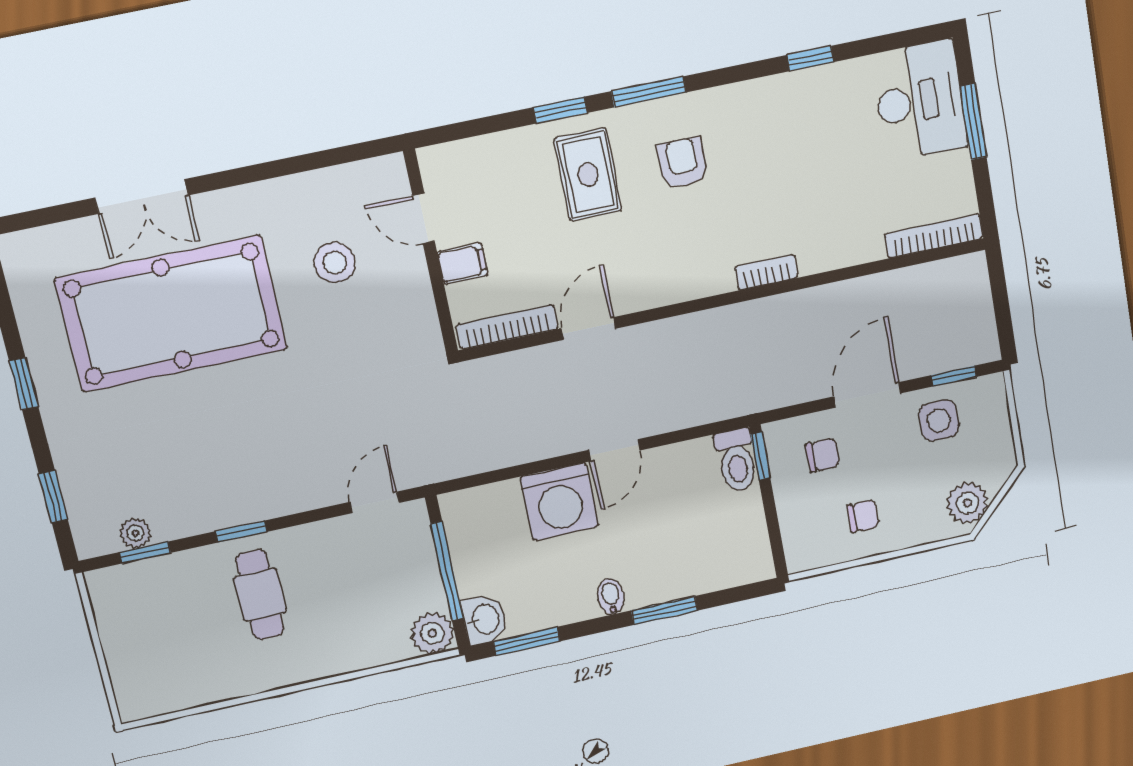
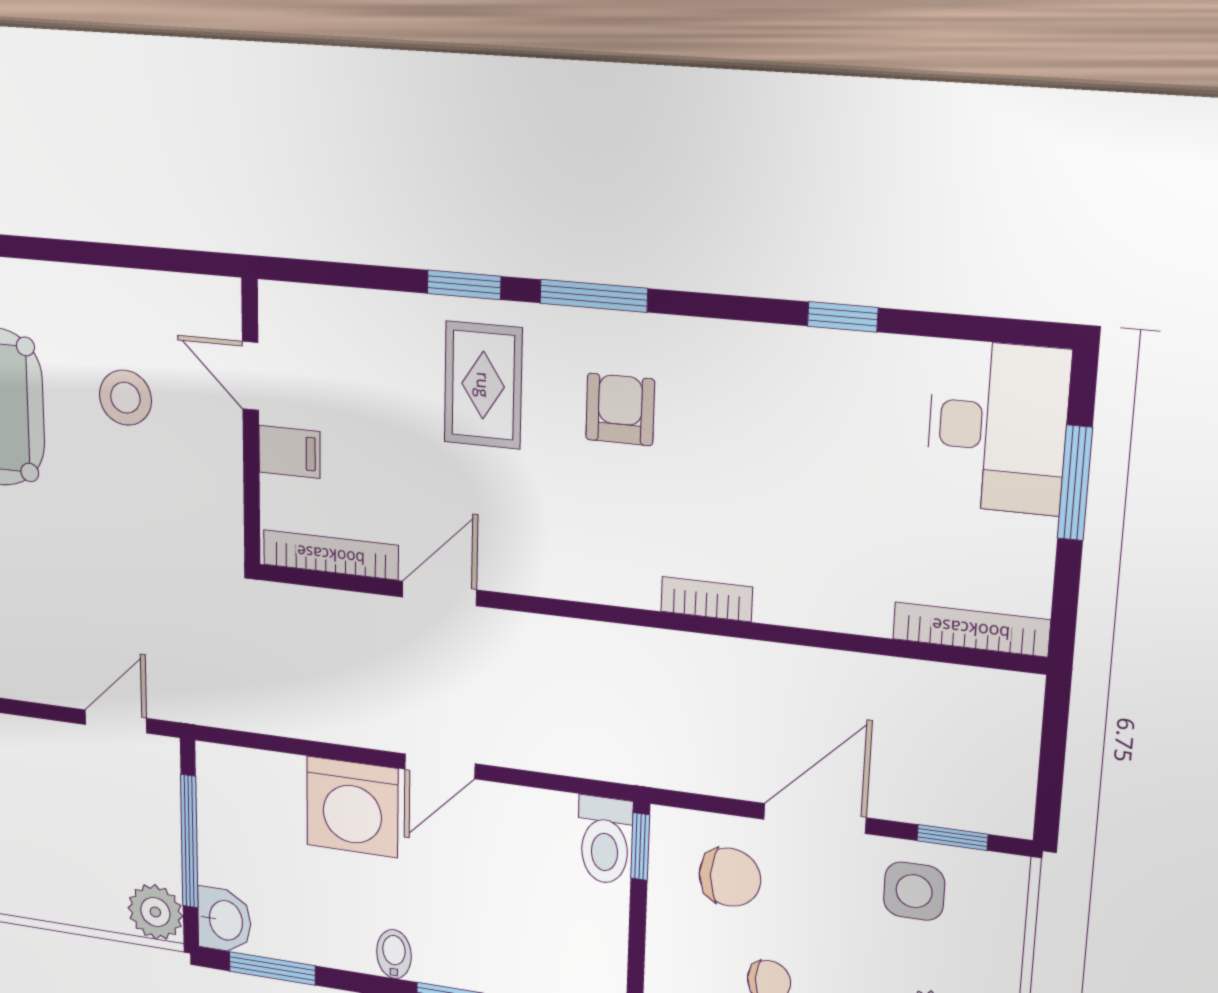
chair: (823, 455) -> (730, 877), width x1.37, depth x1.37

